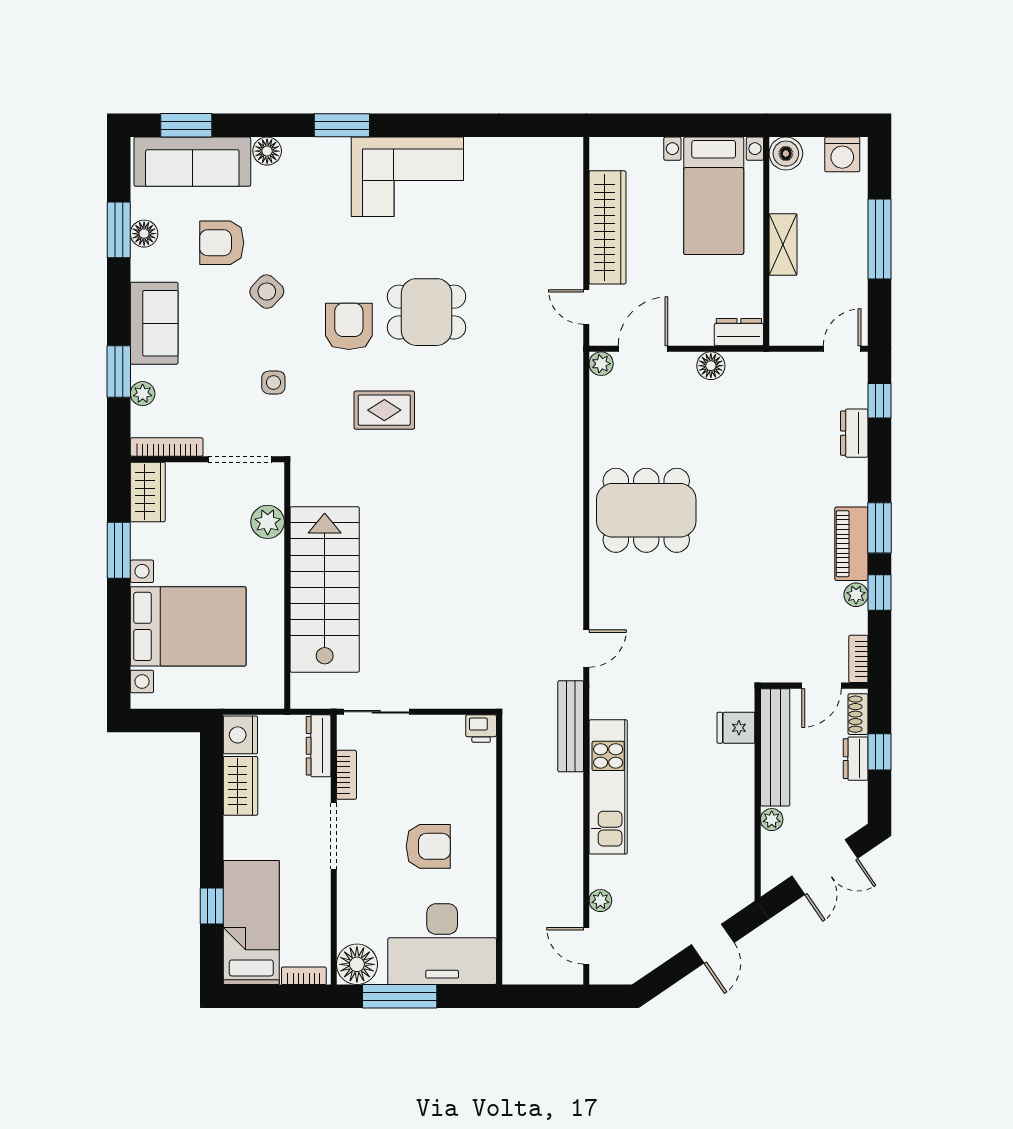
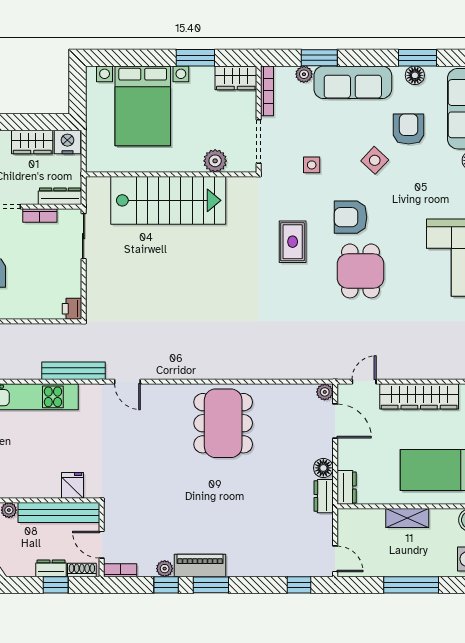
sofa: (154, 323) -> (353, 82), width x1.36
armchair: (349, 326) -> (351, 217), turned 180
dresser: (854, 433) -> (324, 496), moved, turned -90

